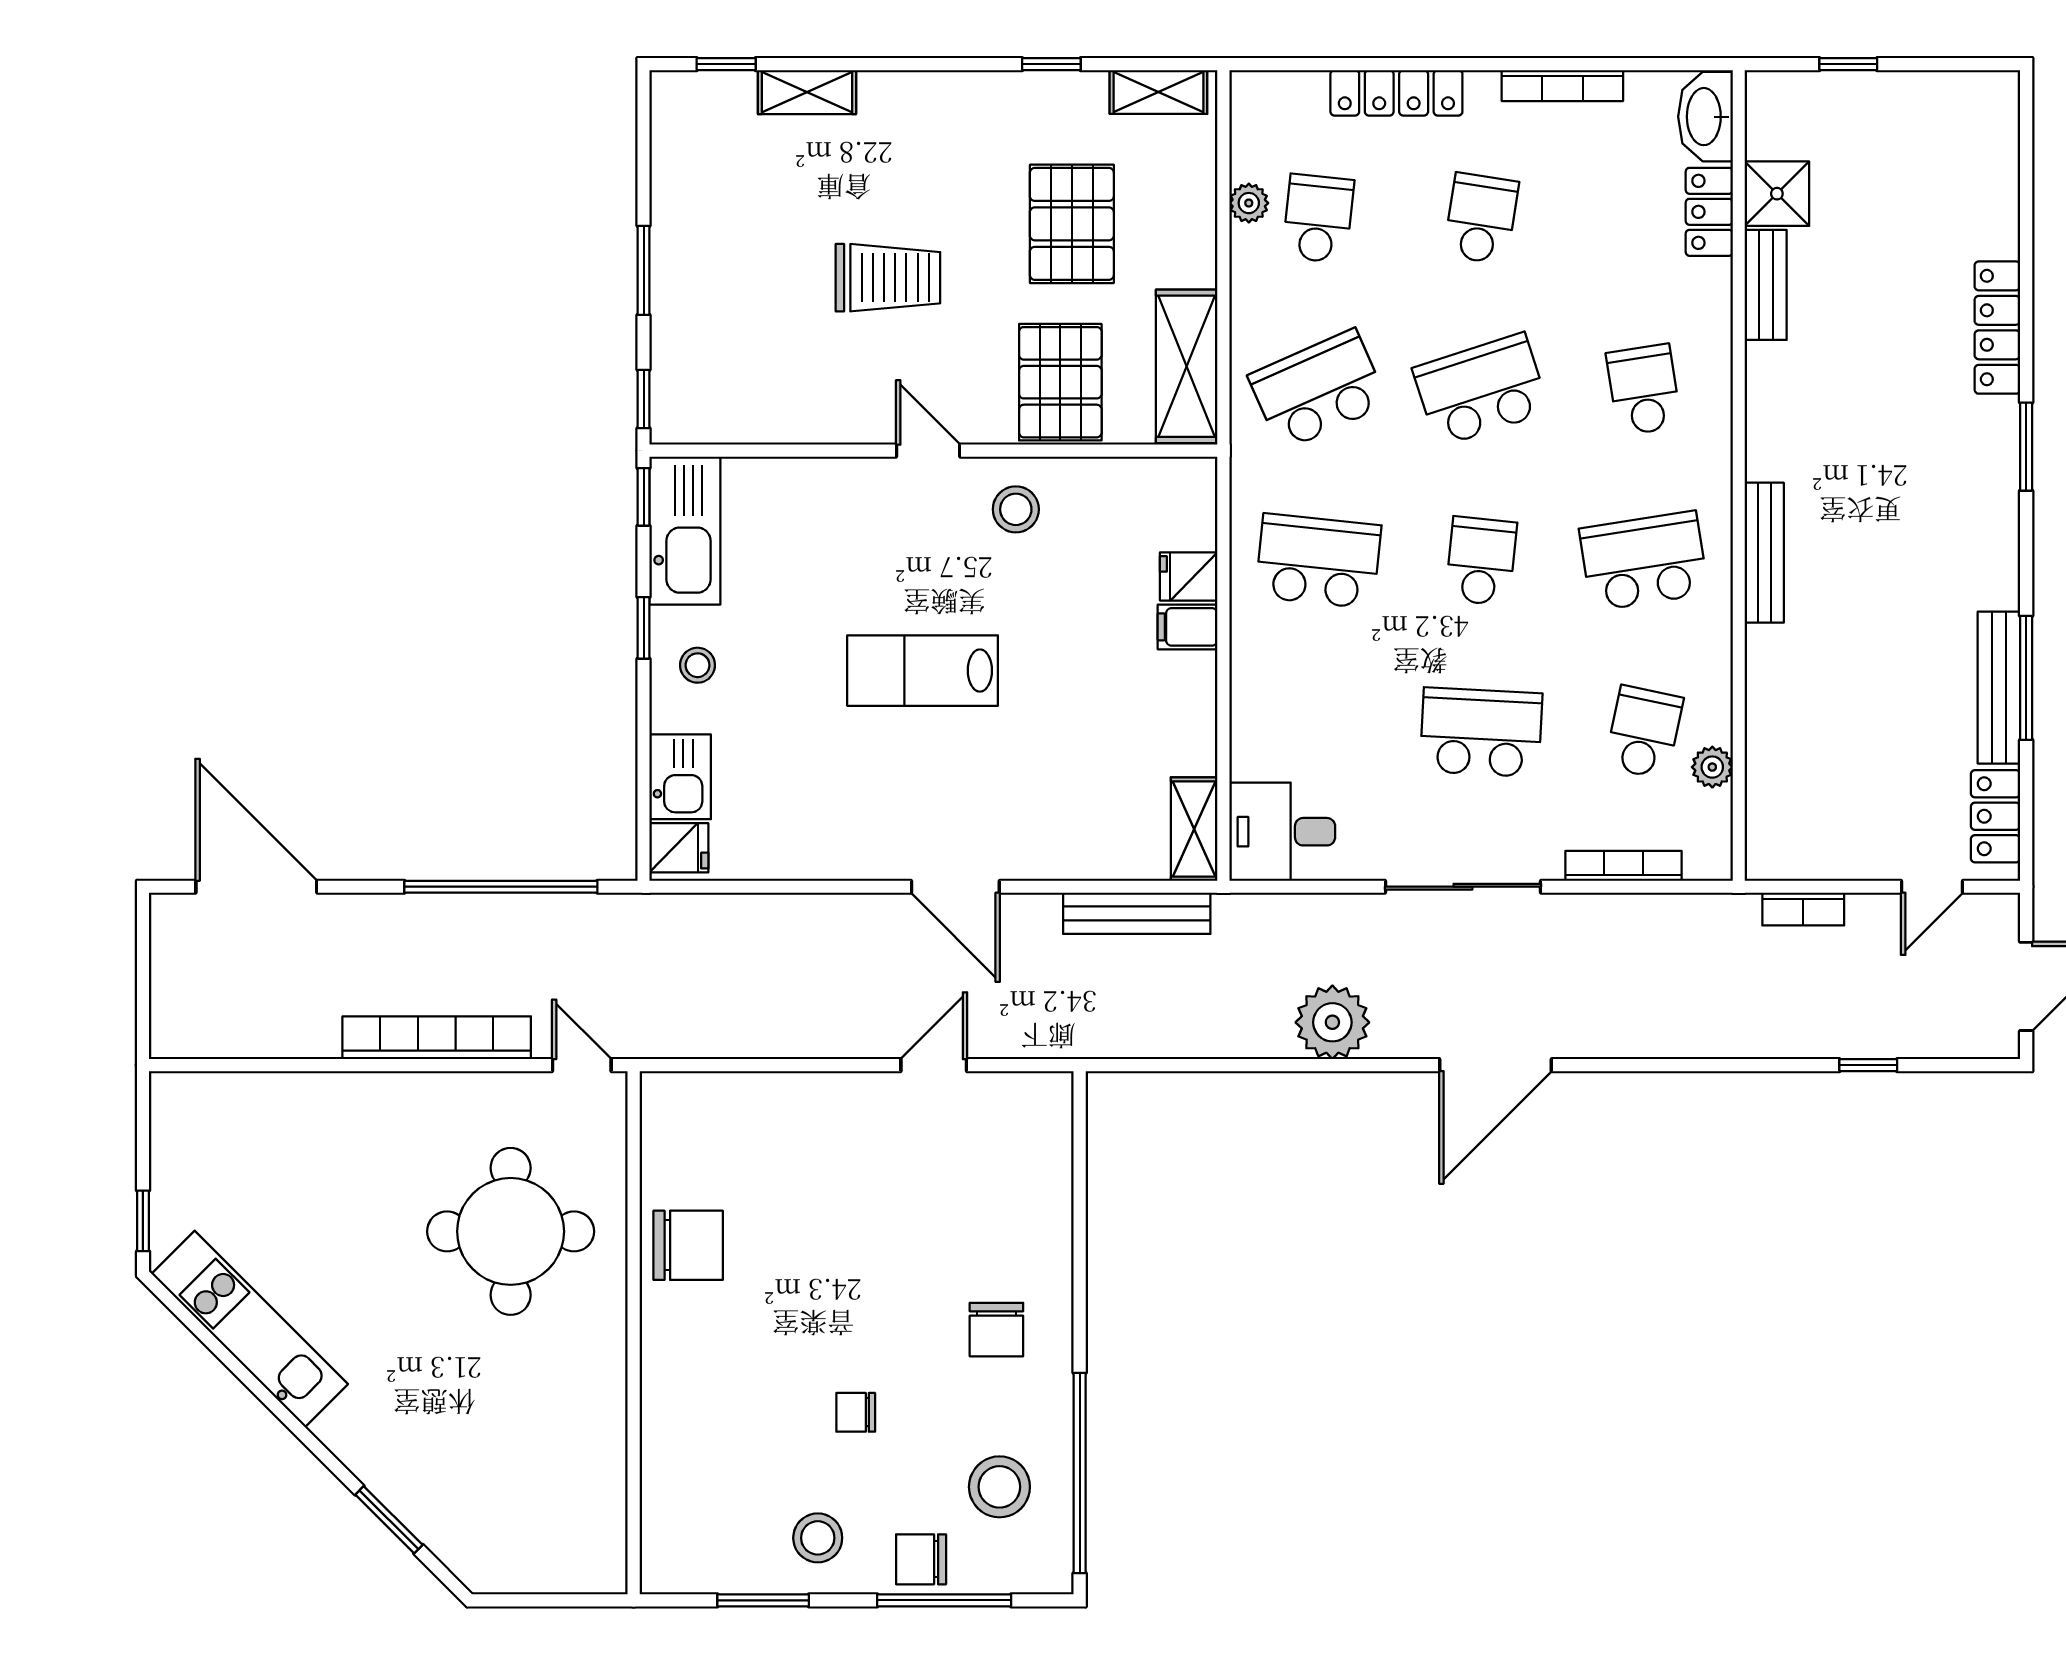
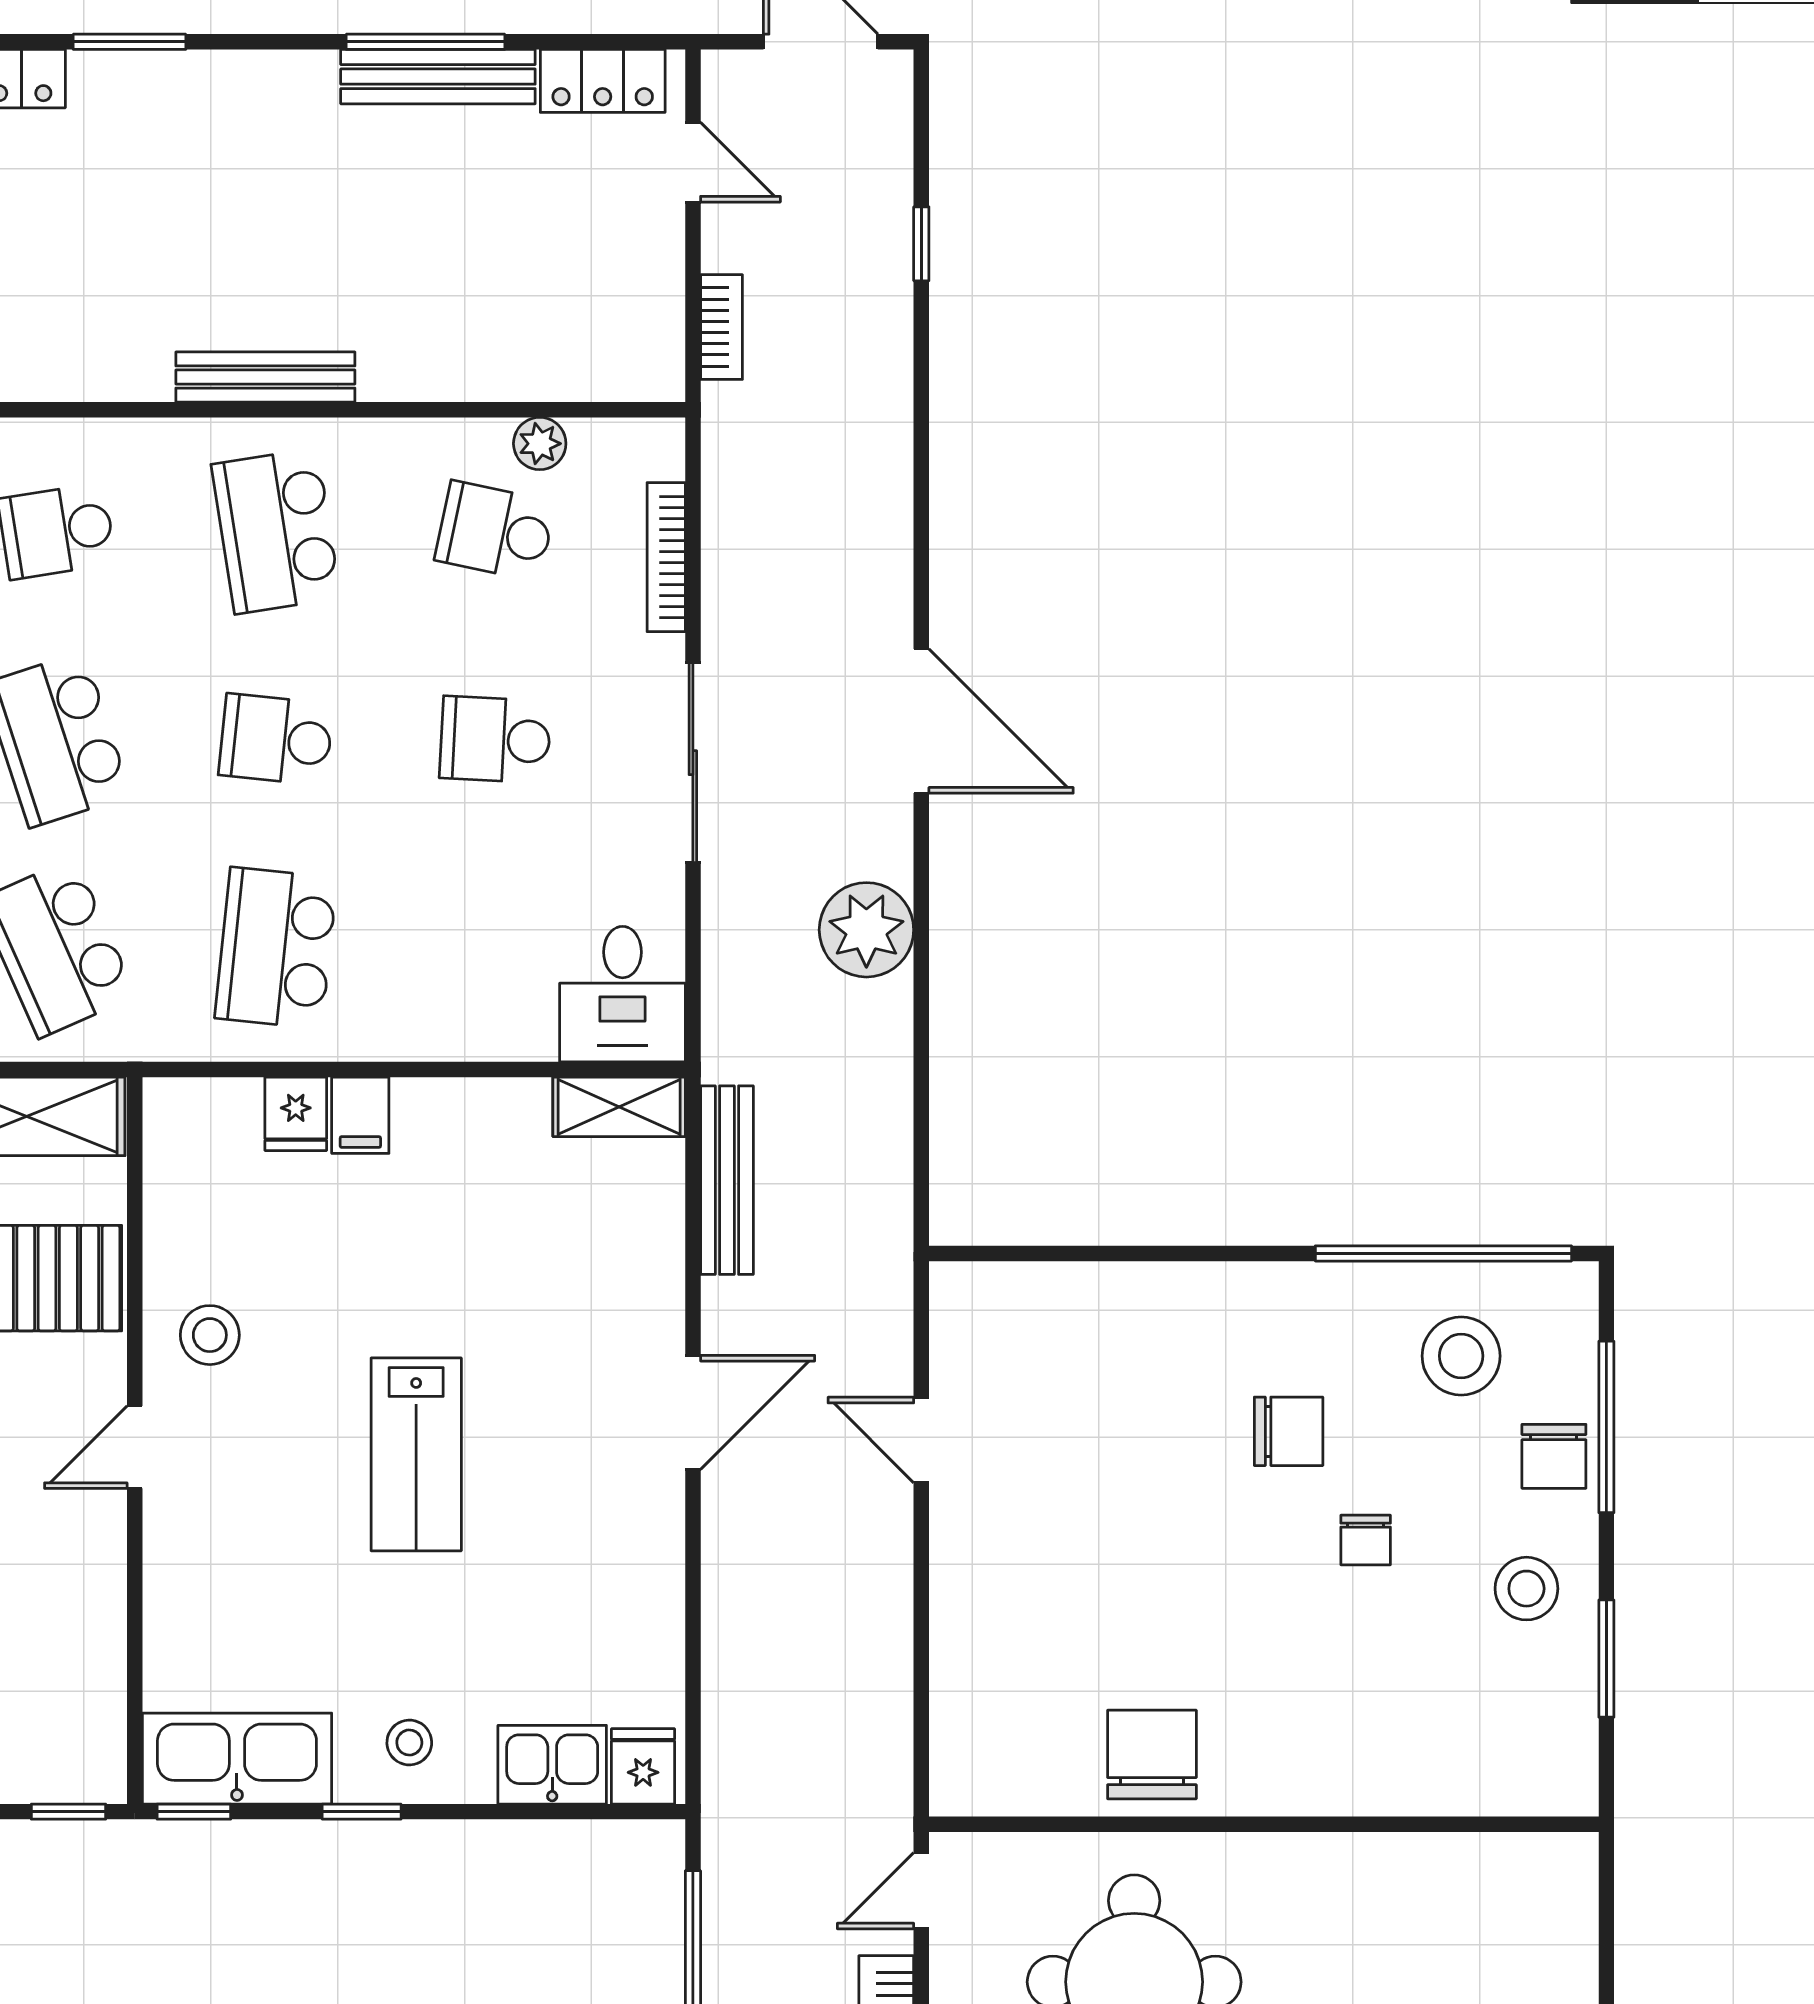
school desk: (1481, 732) -> (495, 740), width x0.54
chair: (996, 1330) -> (1289, 1431), moved

